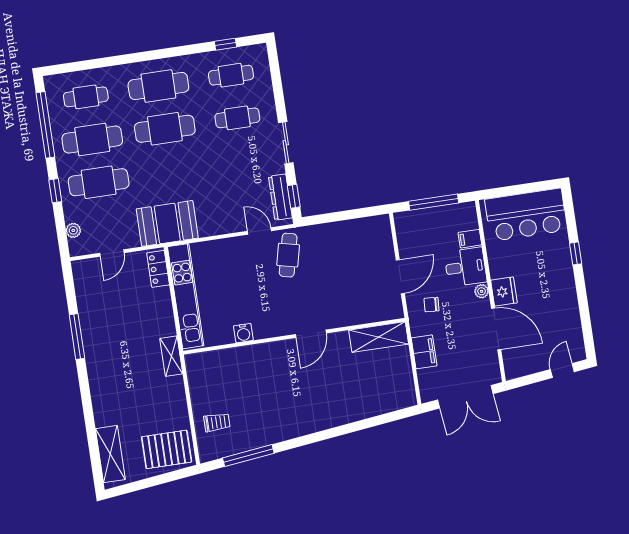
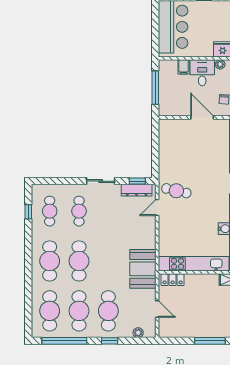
cafe table: (86, 97) -> (50, 311), width x1.37, depth x1.35

